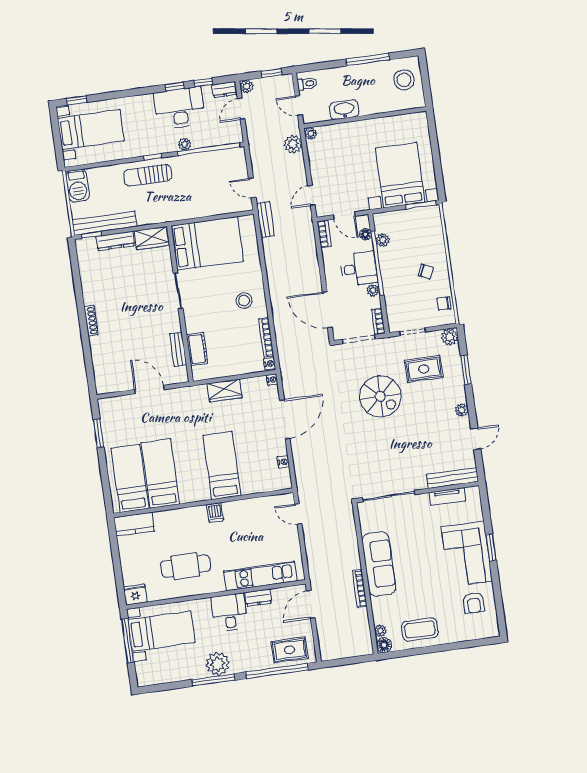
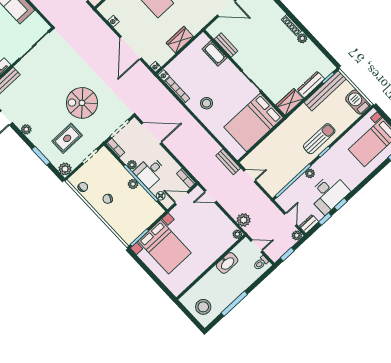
door: (311, 195) -> (210, 196), swing flipped
plant: (383, 240) -> (133, 184), moved
plant: (89, 298) -> (302, 38), added

